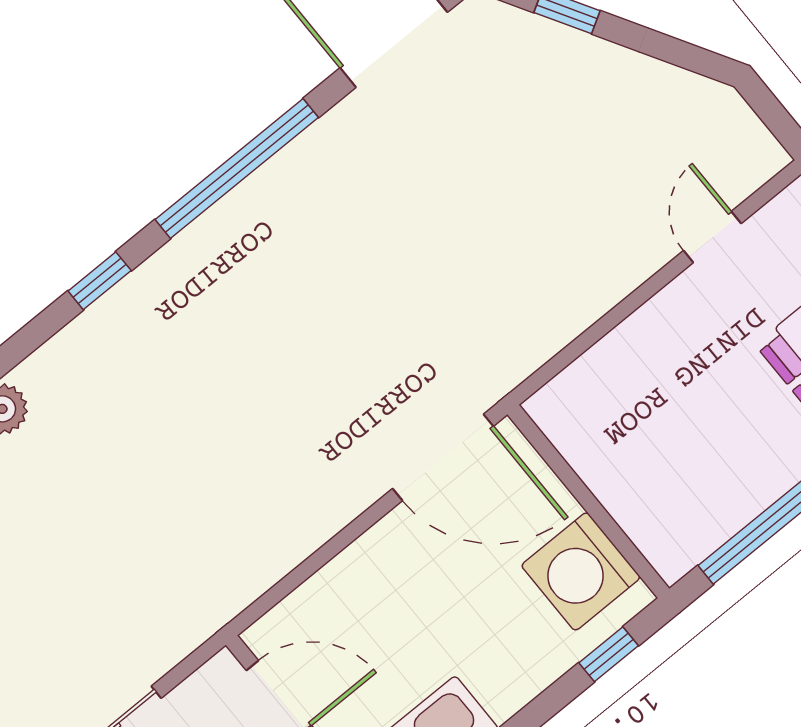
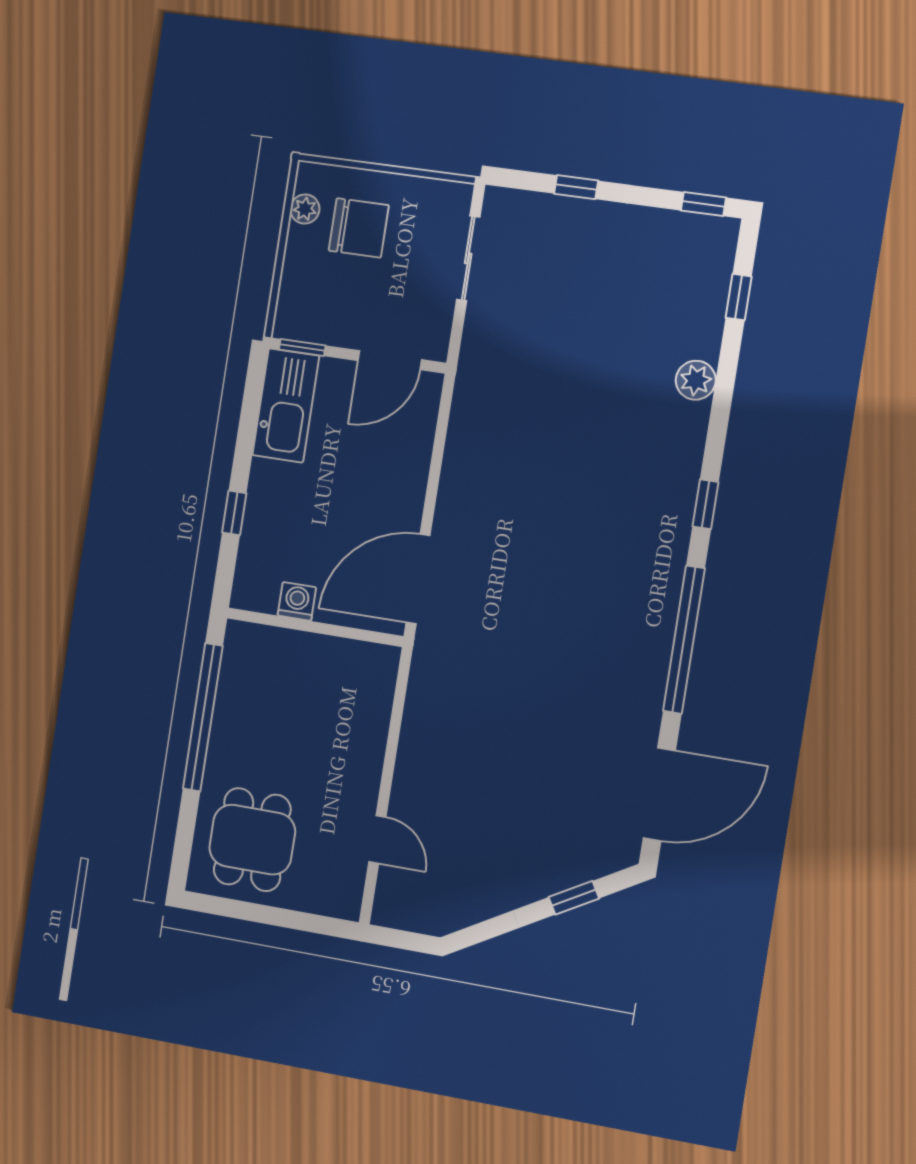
washing machine: (581, 571) -> (297, 601), width x0.53, depth x0.53
window: (609, 654) -> (234, 513), moved

